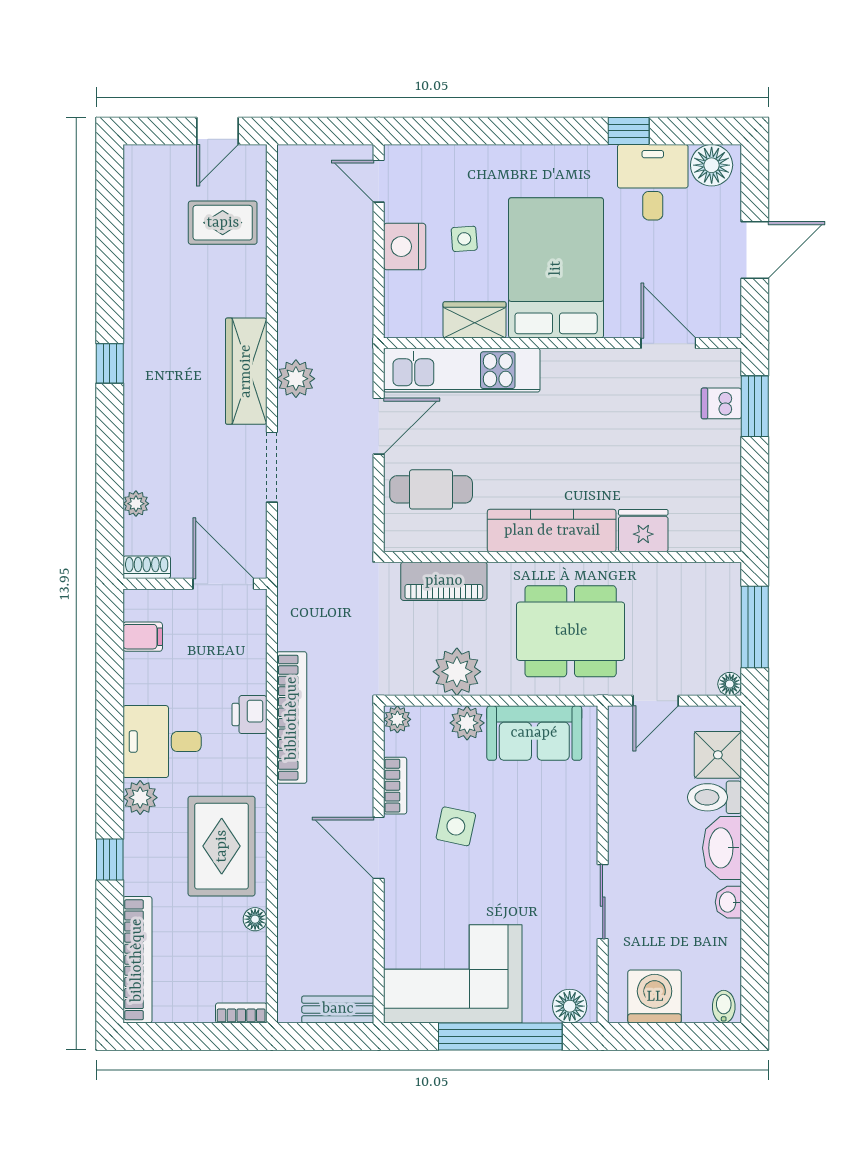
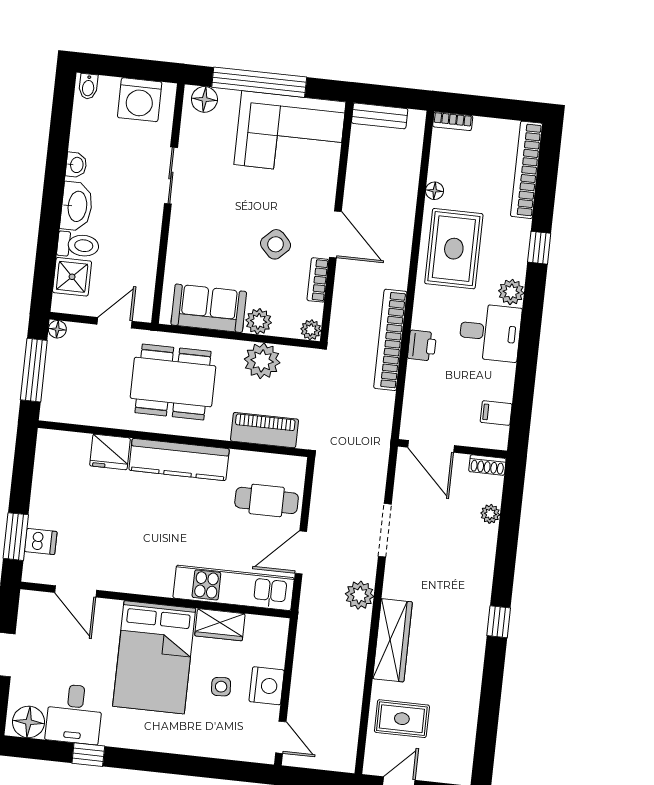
wardrobe: (246, 371) -> (392, 640), moved
side table: (456, 826) -> (276, 244), turned 34

